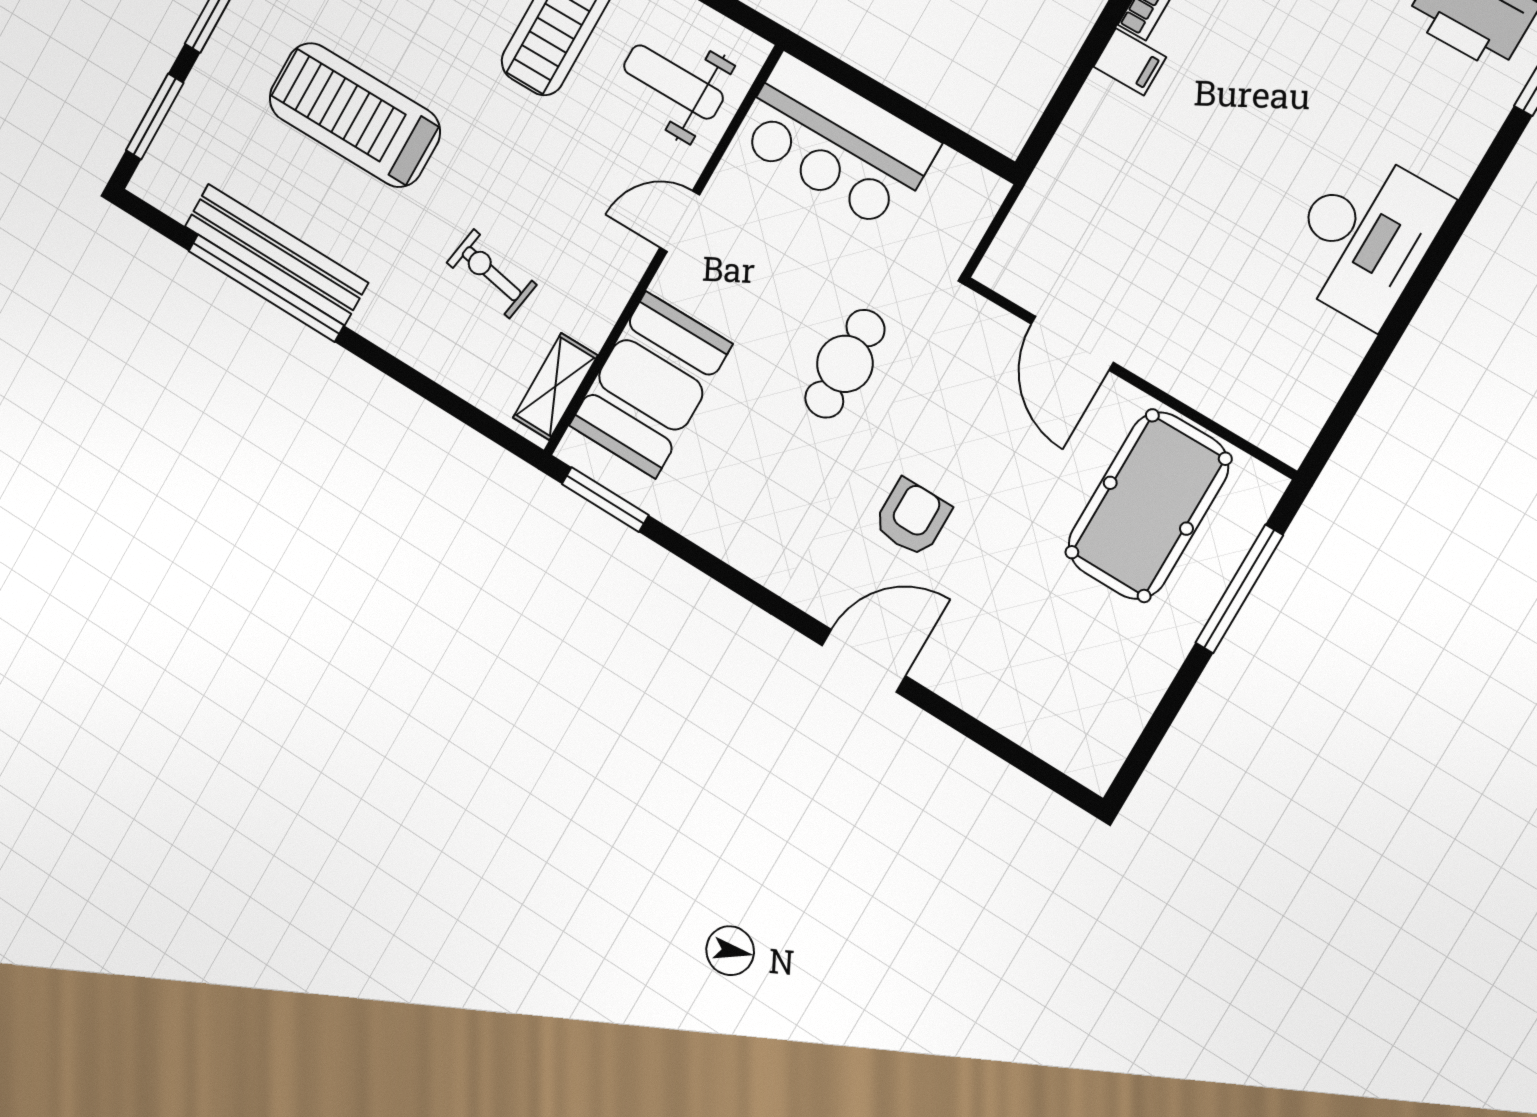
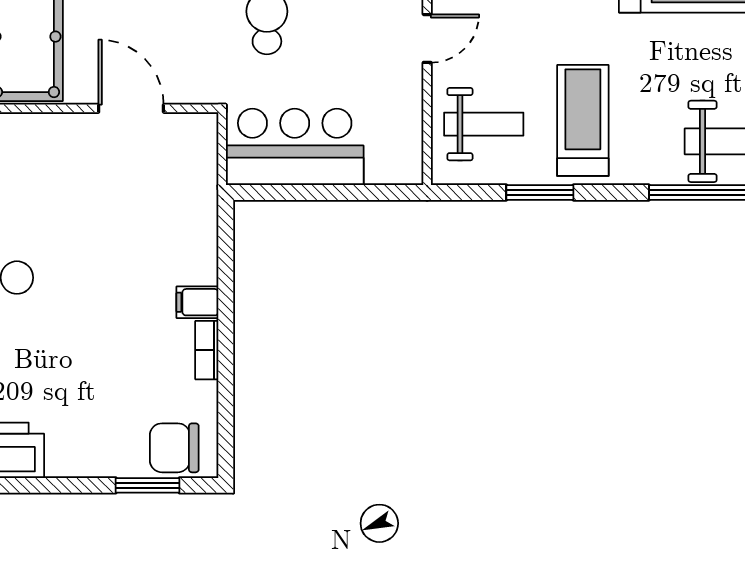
bar counter: (836, 142) -> (295, 147), moved

